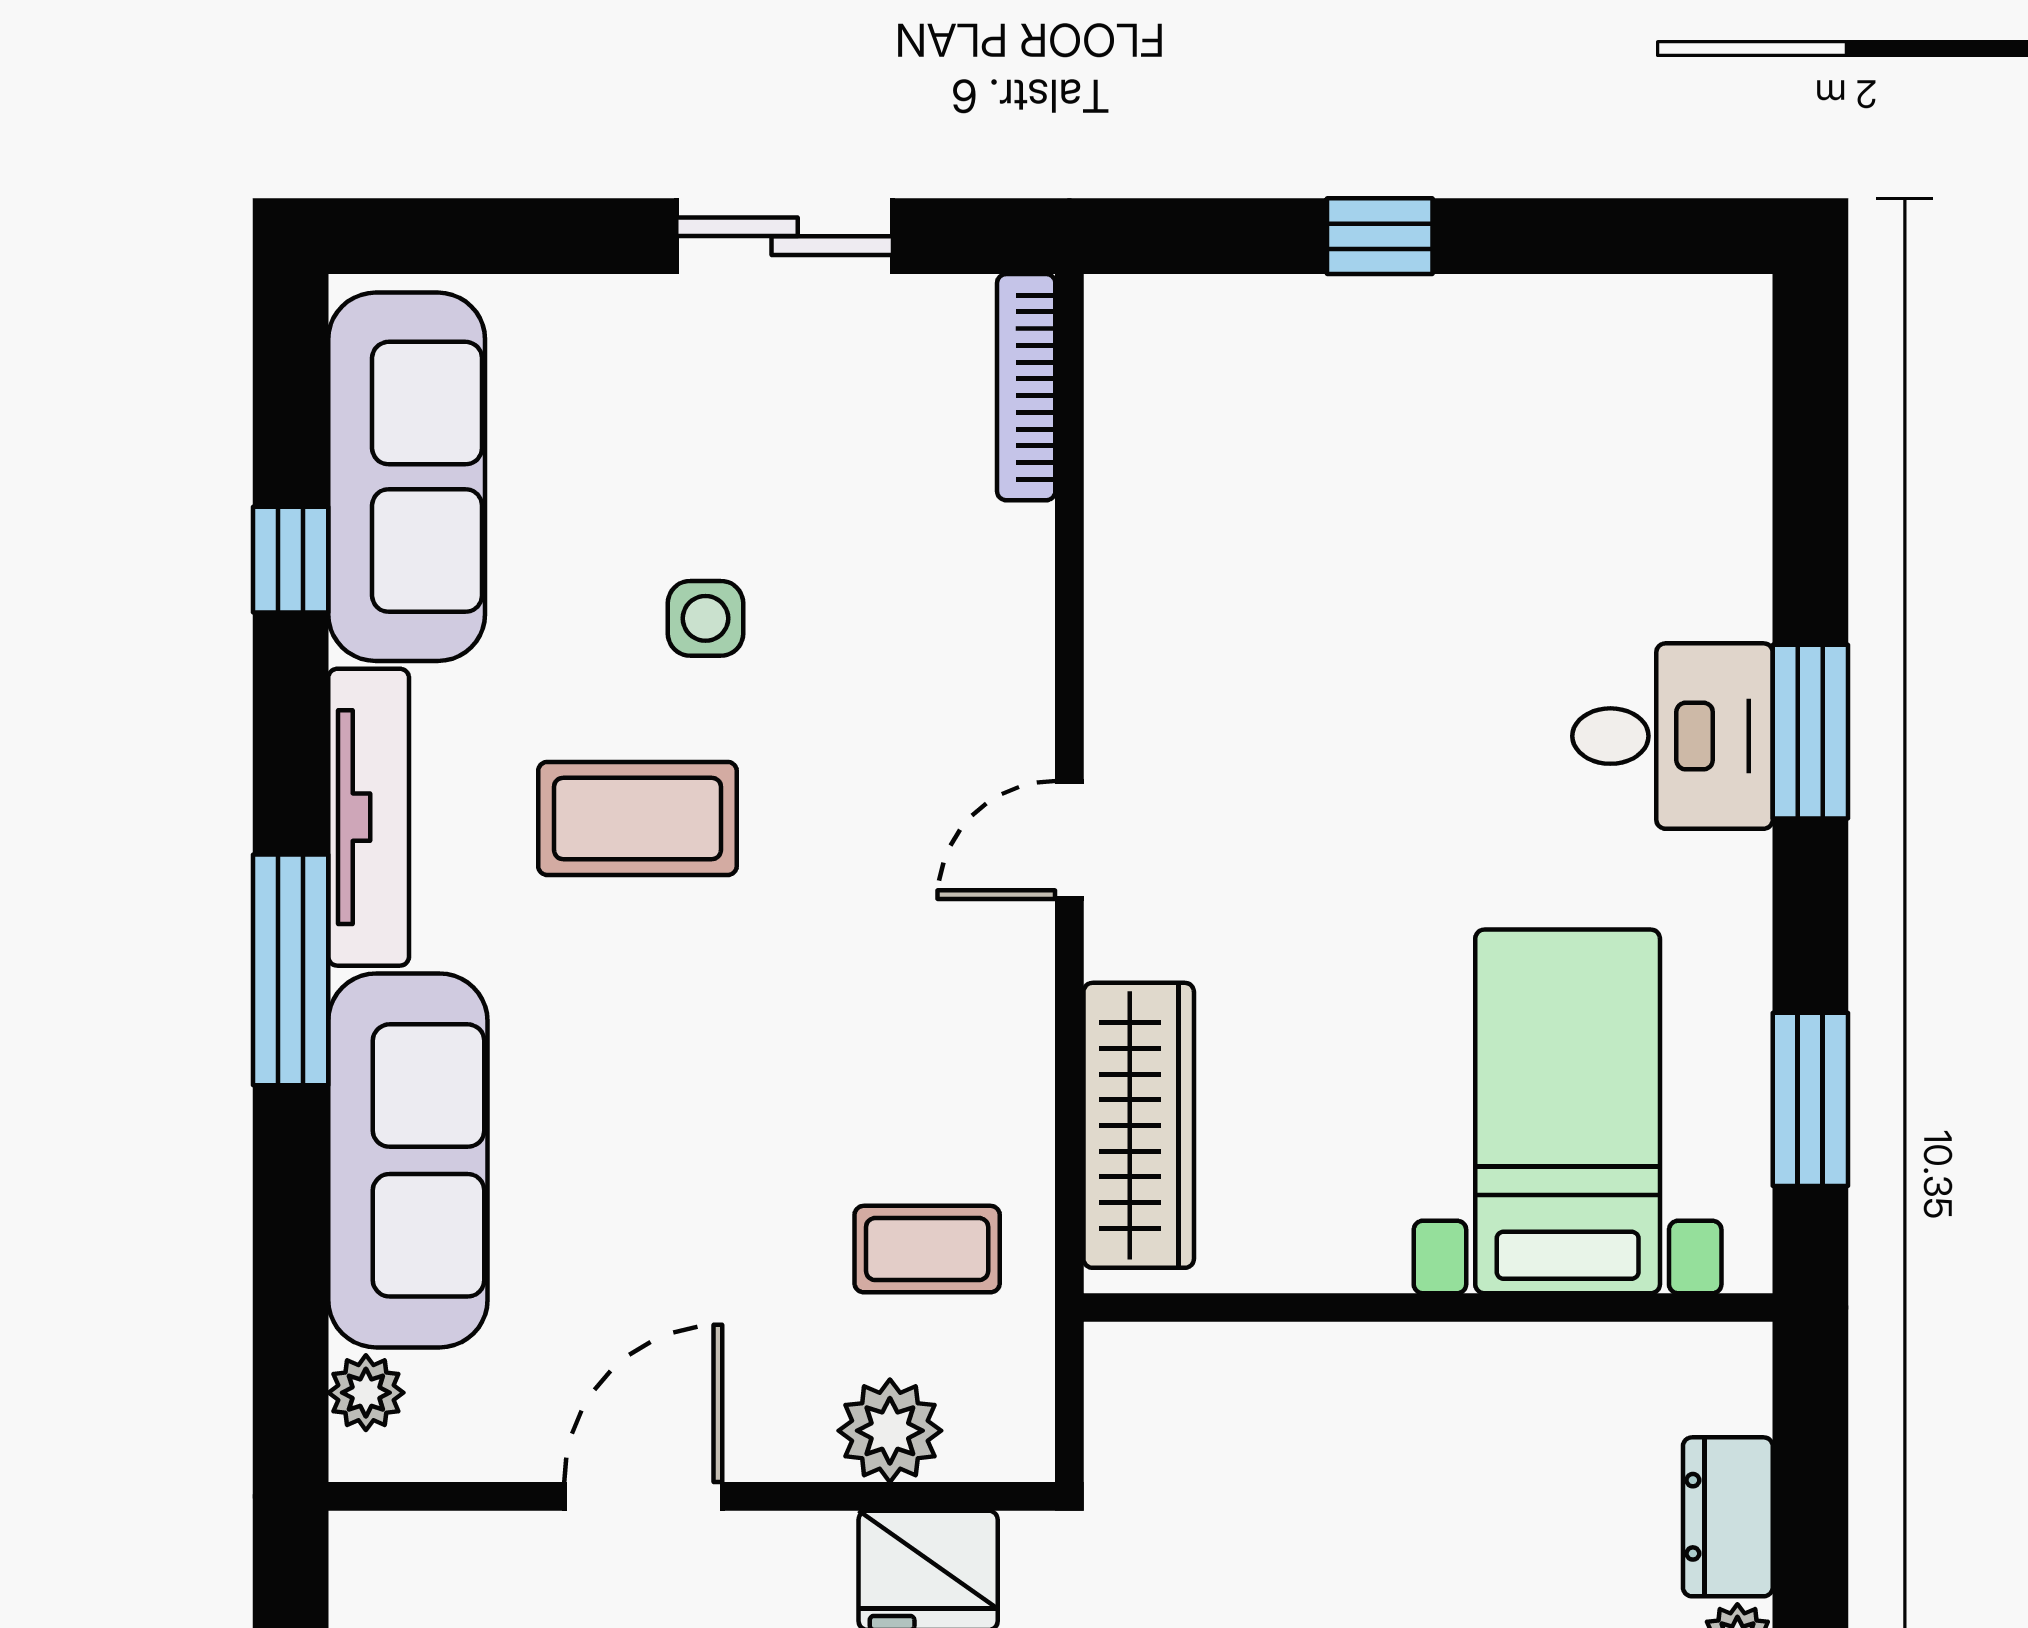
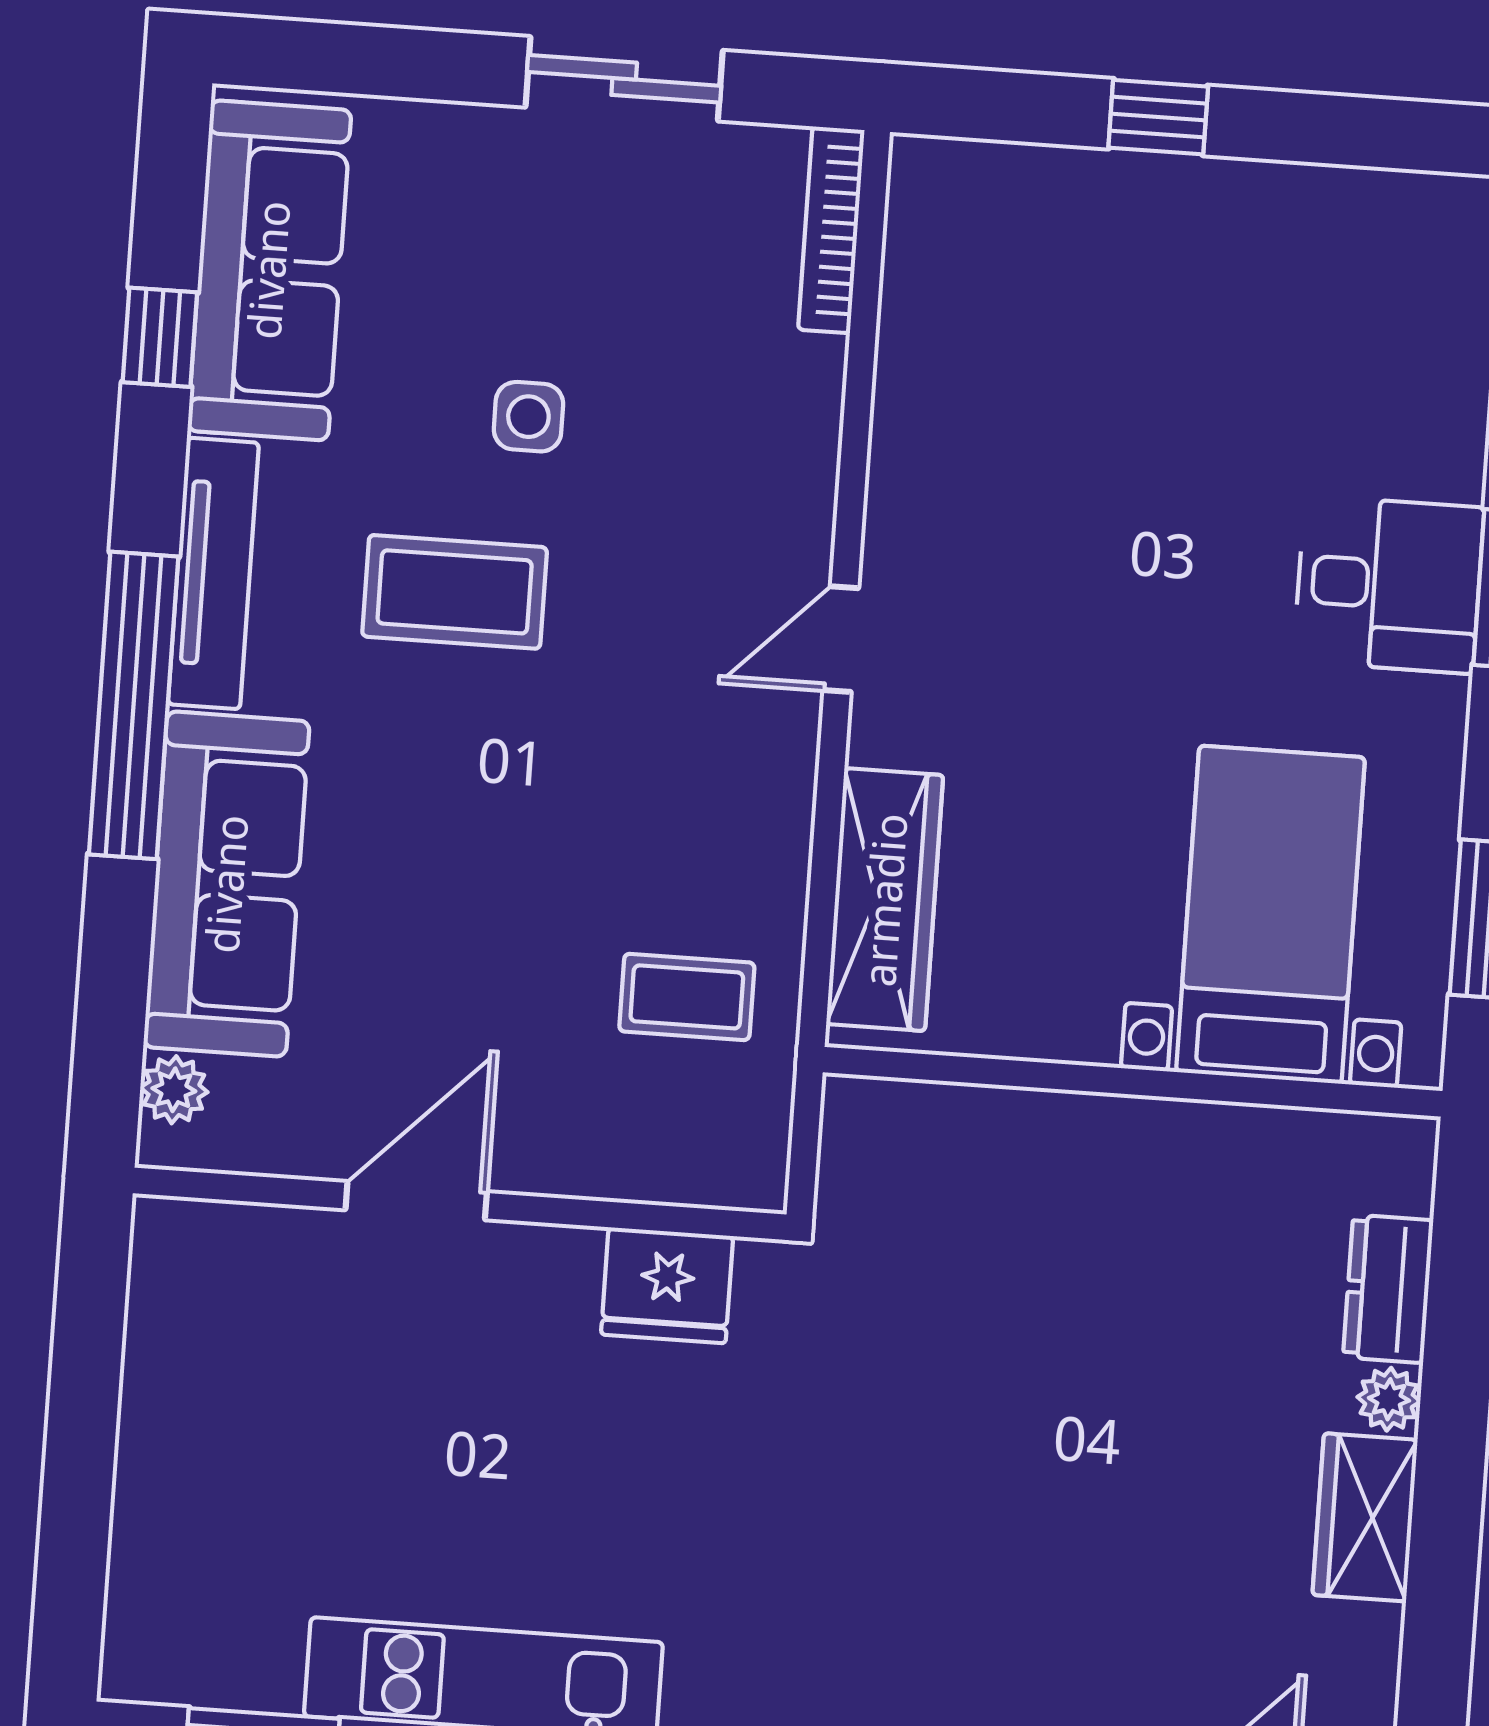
window: (291, 970) -> (134, 705), width x1.46
plant: (890, 1431) -> (642, 1158), removed

